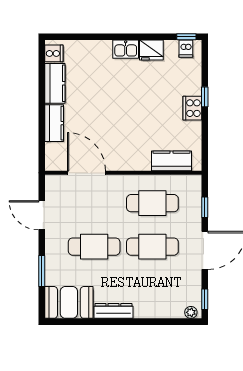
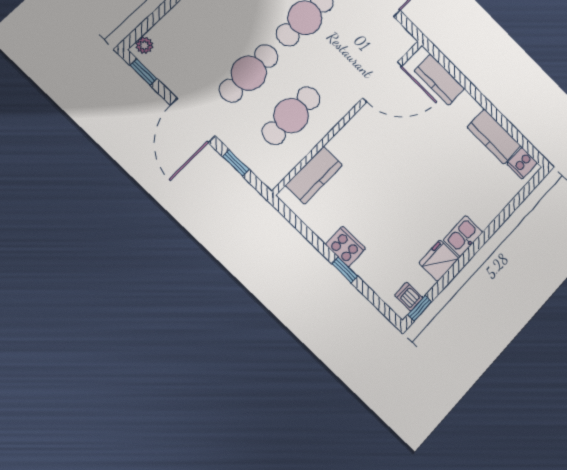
kitchen counter: (54, 123) -> (439, 80), moved

